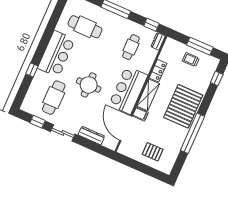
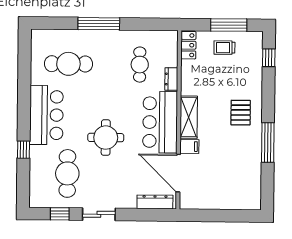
window: (151, 25) -> (154, 24), removed
dresser: (158, 41) -> (171, 79), moved
locker: (158, 71) -> (188, 45), moved
pallet: (183, 106) -> (241, 113), width x0.49, depth x0.50
window: (192, 133) -> (268, 142), width x0.68
dresser: (91, 135) -> (155, 202), moved
pallet: (153, 152) -> (226, 189), removed

